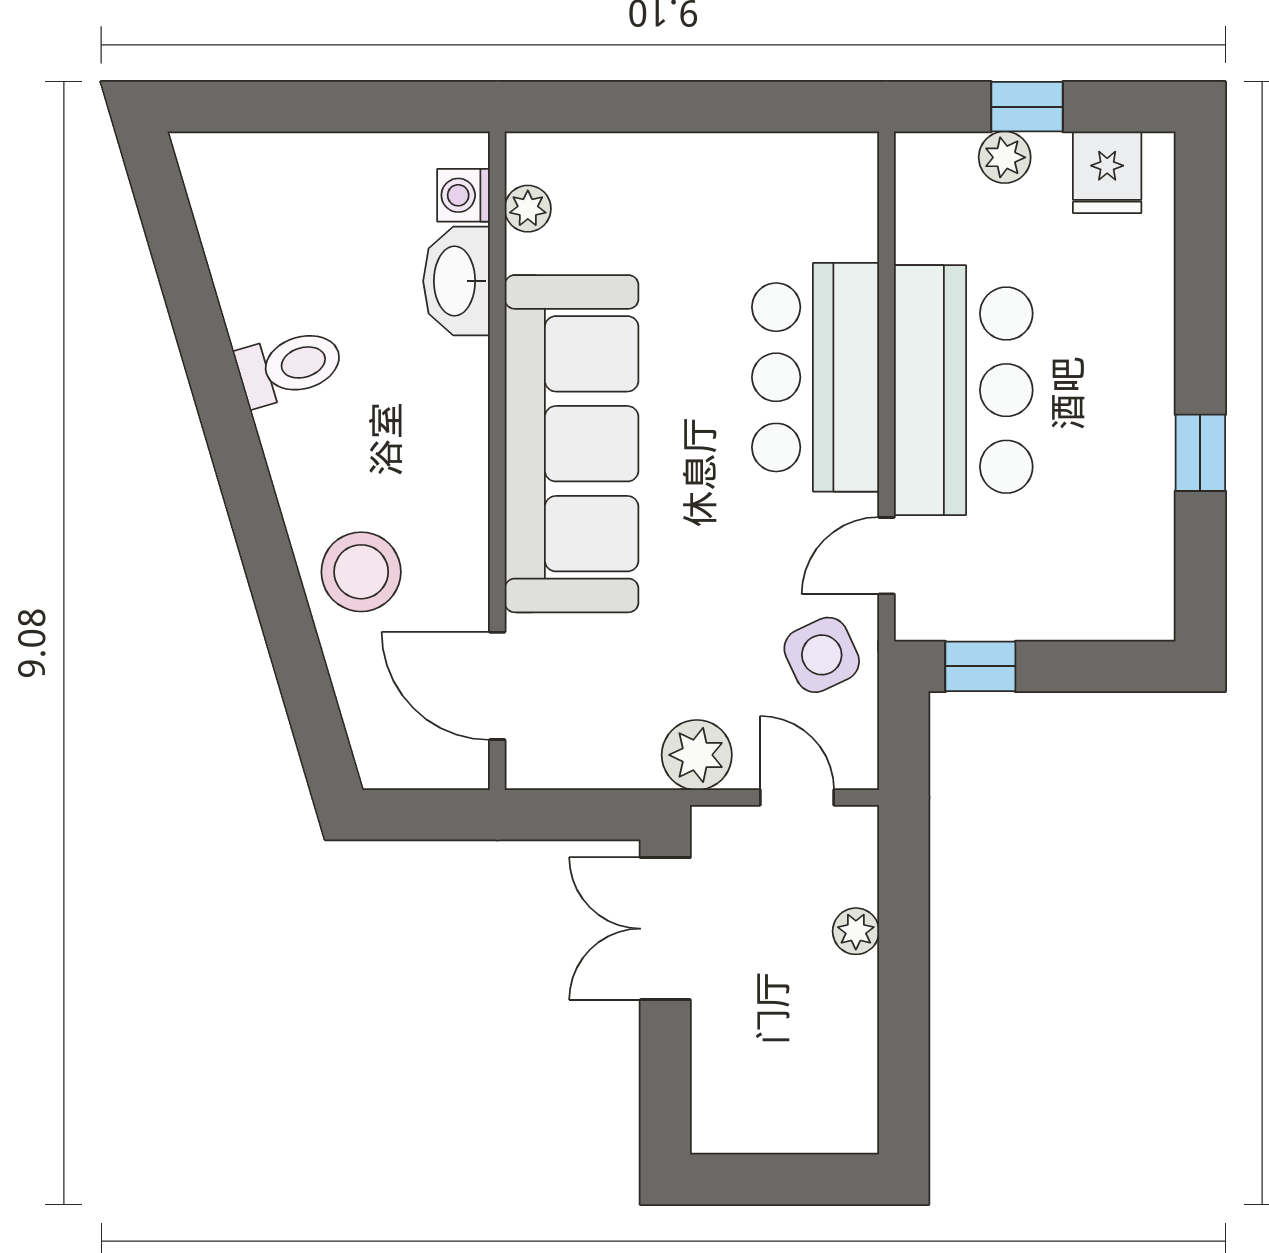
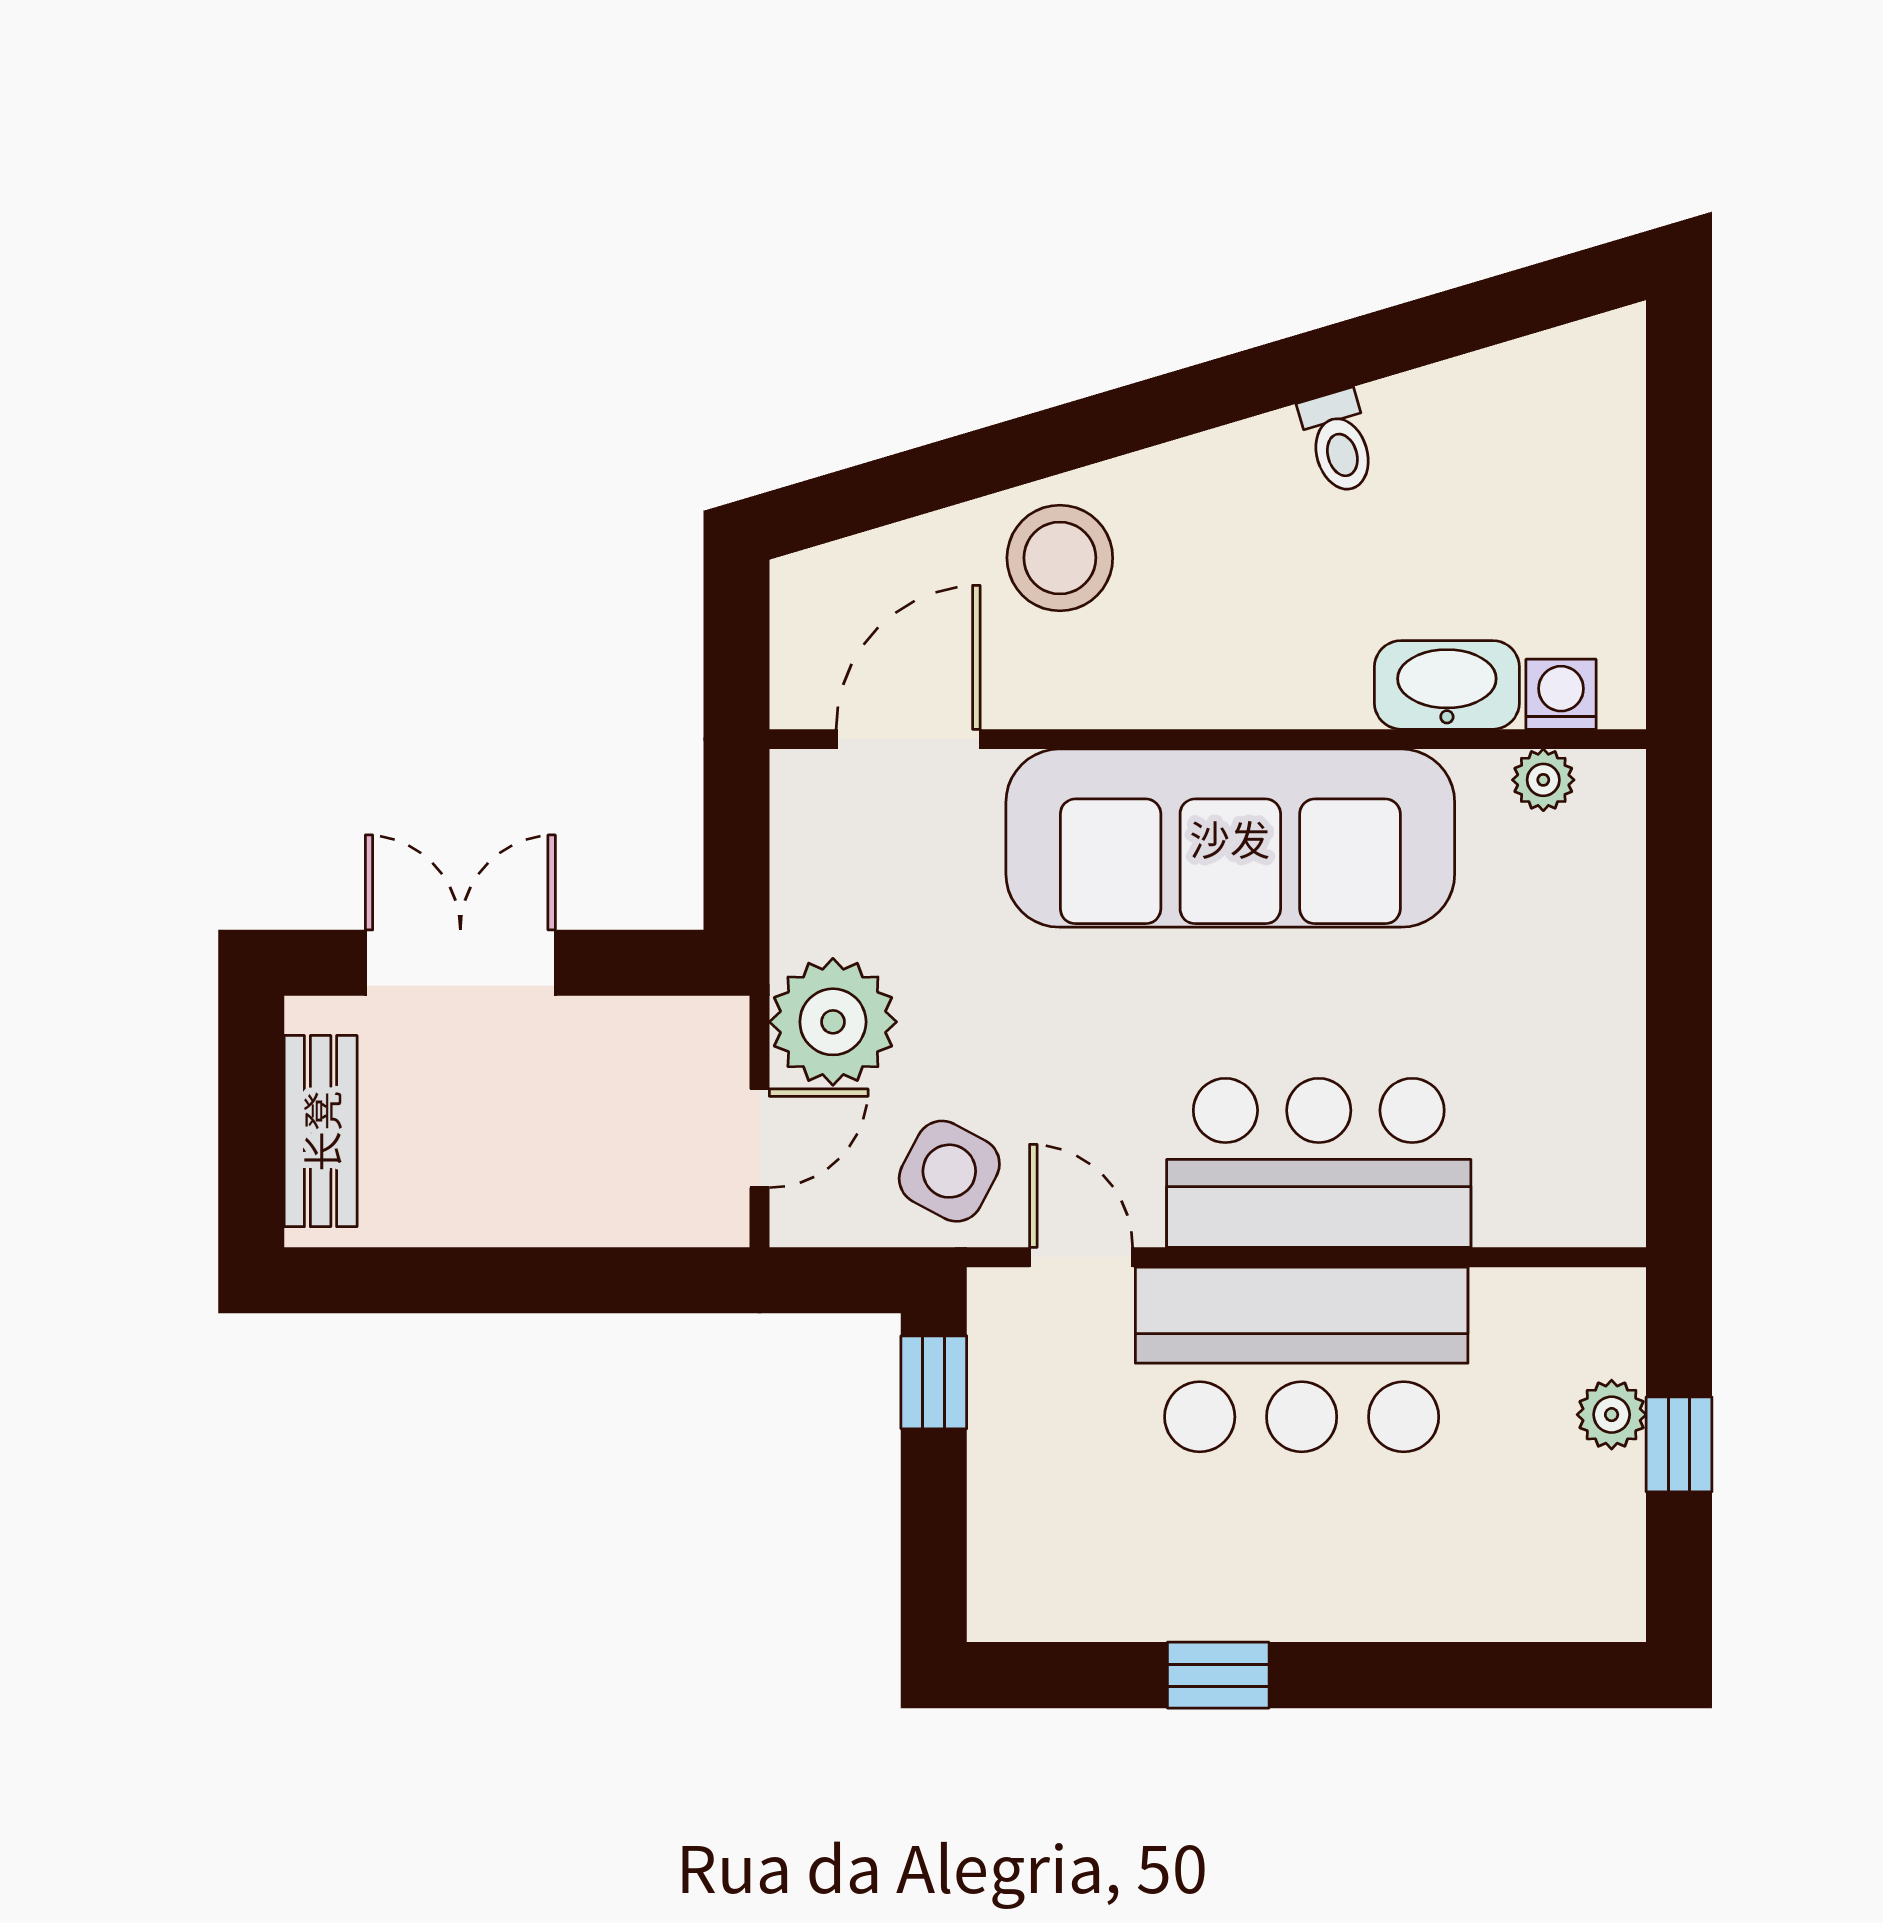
fridge: (1107, 172) -> (1592, 1551), removed
toilet: (290, 366) -> (1338, 442), width x0.73, depth x0.72
side table: (822, 655) -> (949, 1171), turned -37
plant: (697, 755) -> (833, 1022), width x1.36, depth x1.36
double door: (665, 929) -> (460, 963), moved
plant: (856, 931) -> (581, 1217), removed
bench: (792, 1127) -> (321, 1131), added

